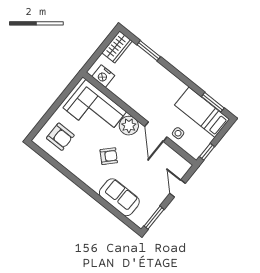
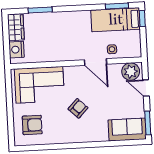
nightstand: (103, 76) -> (17, 50), moved, turned 90
plant: (129, 126) -> (131, 72), moved
window: (207, 152) -> (142, 18), moved
sofa: (119, 197) -> (127, 130), moved

